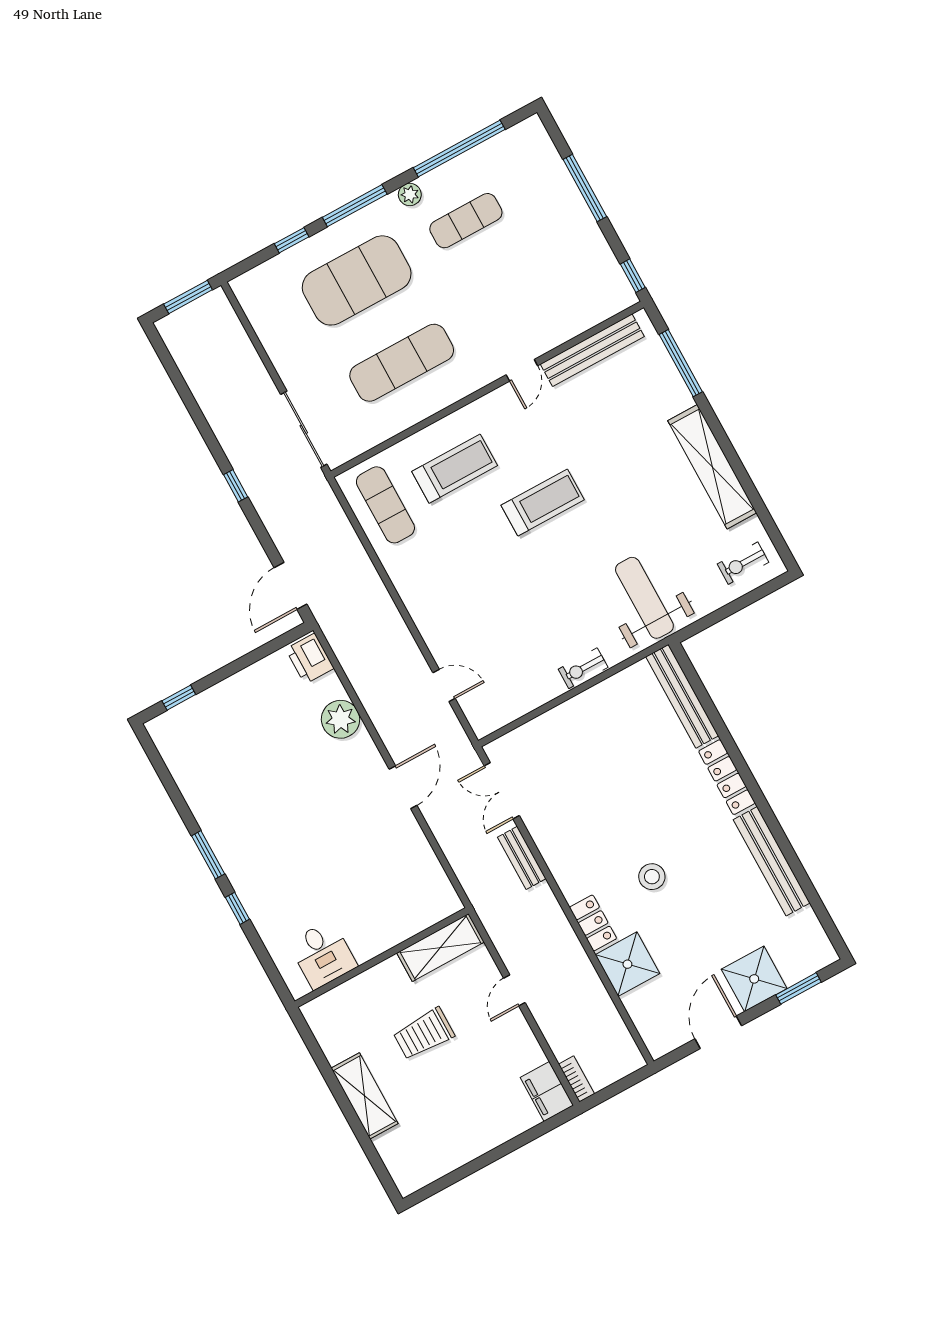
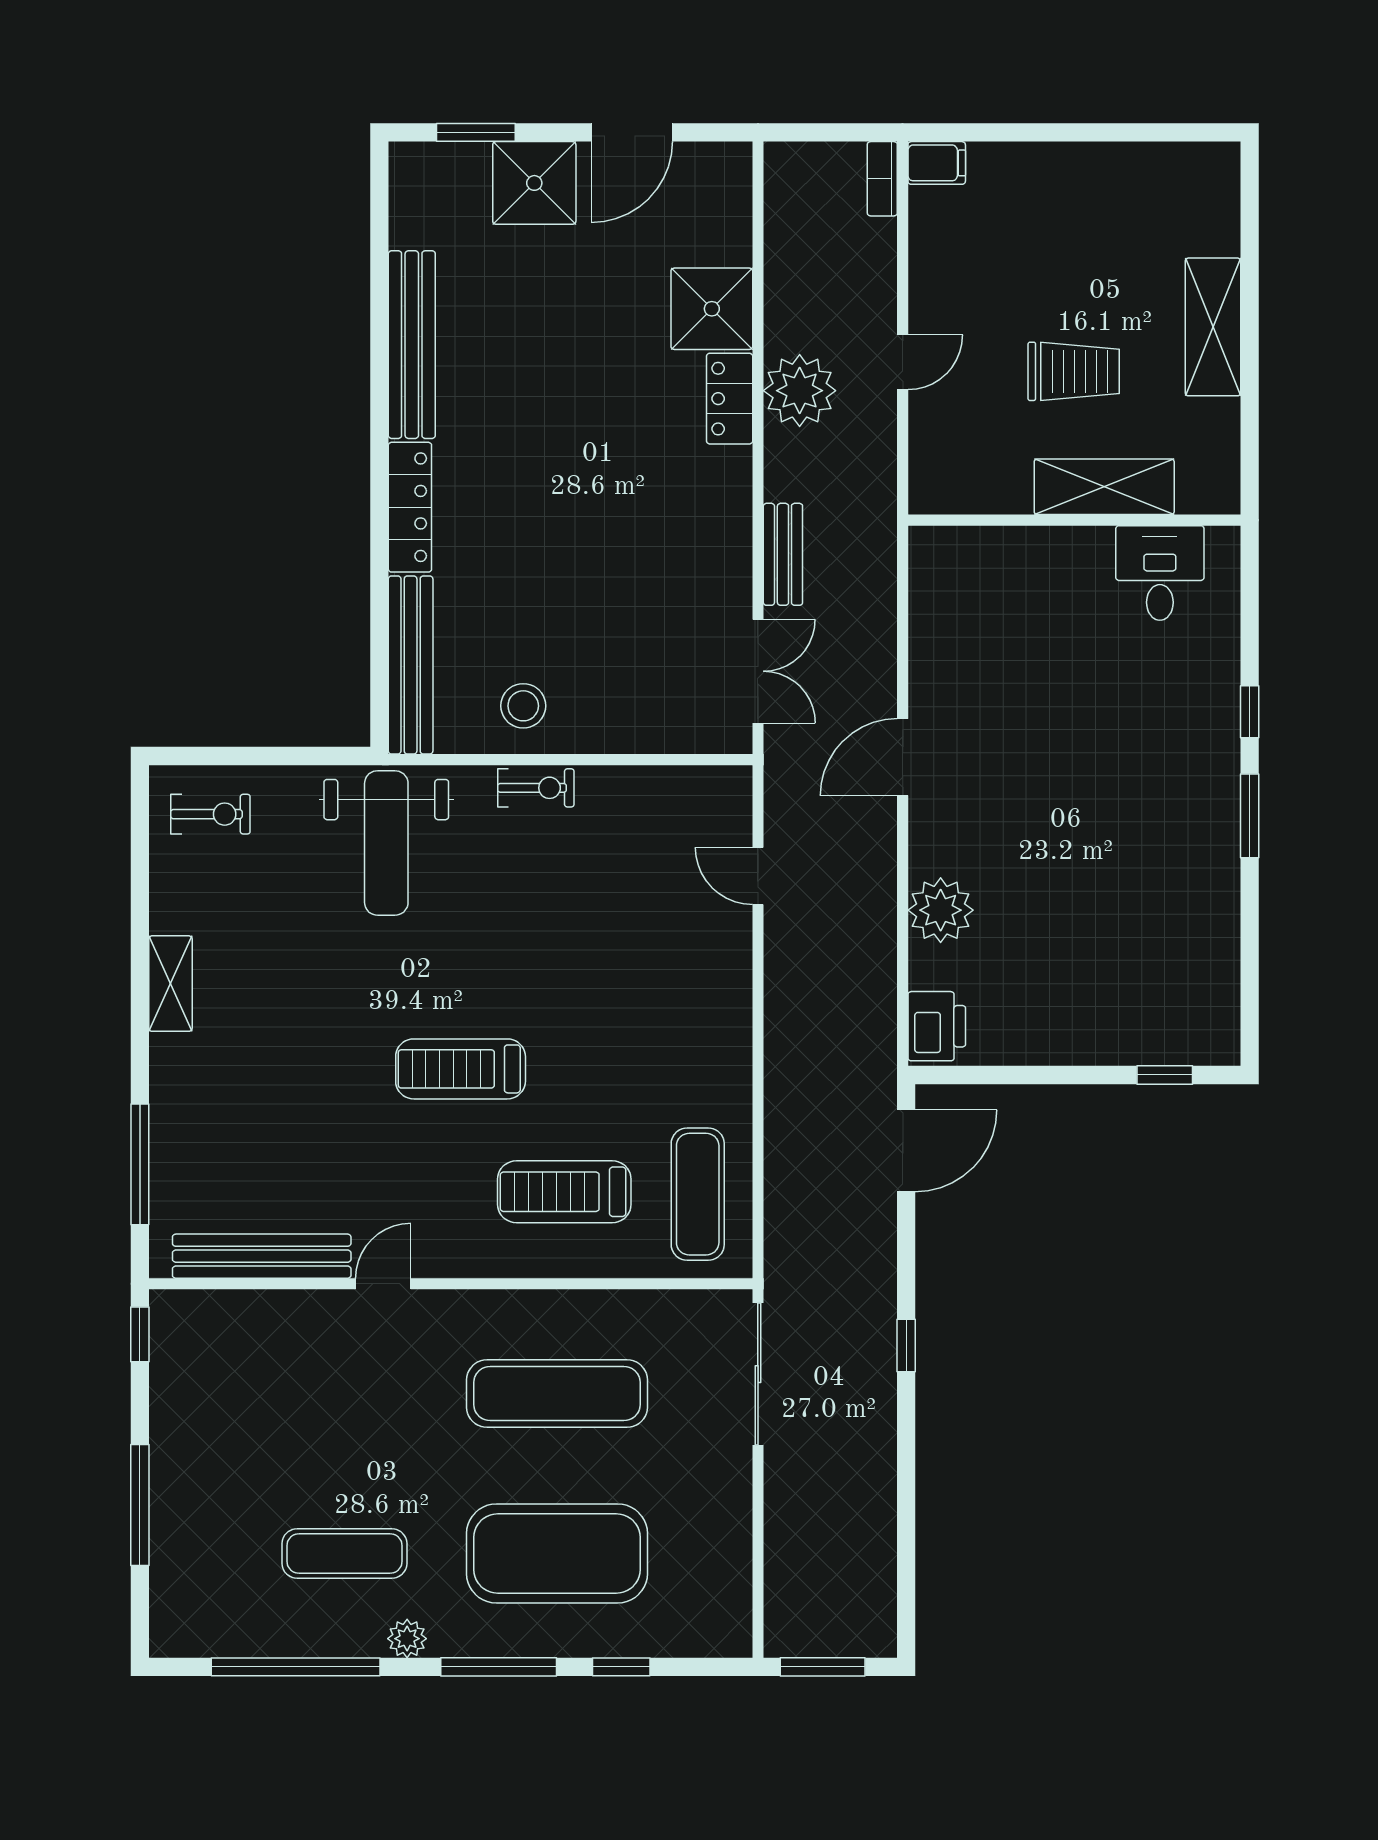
shelving: (712, 467) -> (170, 984), width x0.45, depth x0.75
stool: (652, 877) -> (523, 706), moved
plant: (559, 947) -> (800, 391), added
shelving: (441, 948) -> (1104, 487), moved
filing cabinet: (547, 1091) -> (937, 163), width x0.50

